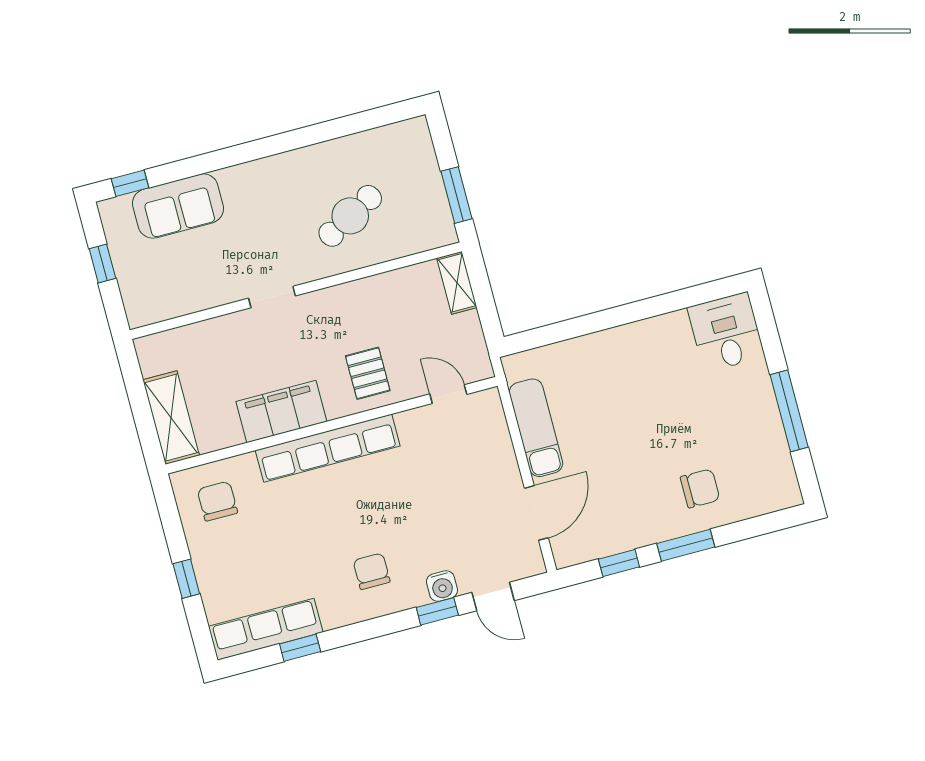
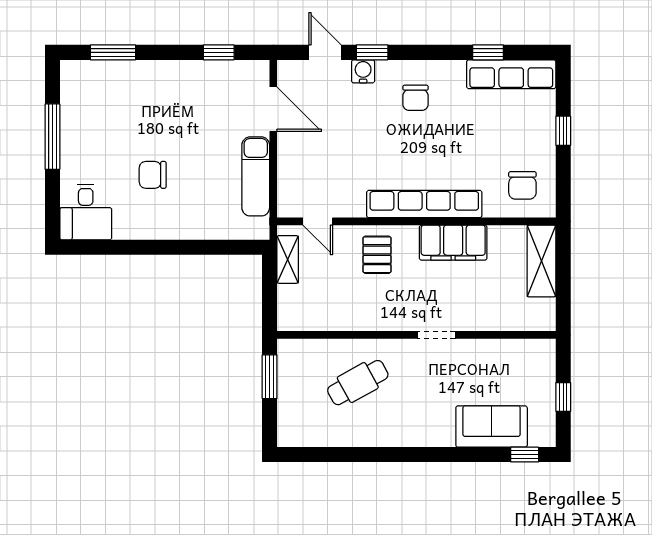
shelving: (457, 283) -> (288, 259), moved
chair: (700, 488) -> (153, 175), moved
door: (536, 513) -> (273, 109), swing flipped
window: (686, 545) -> (113, 52), moved

